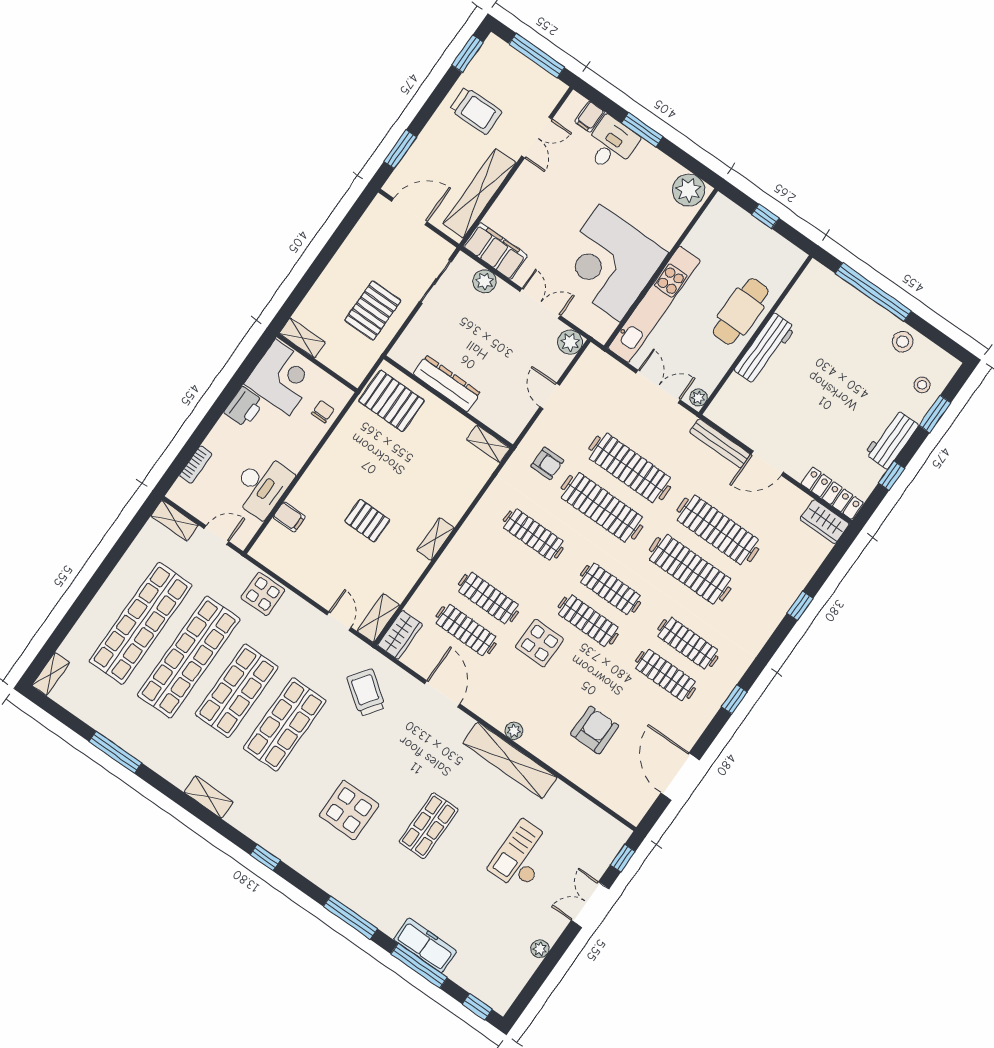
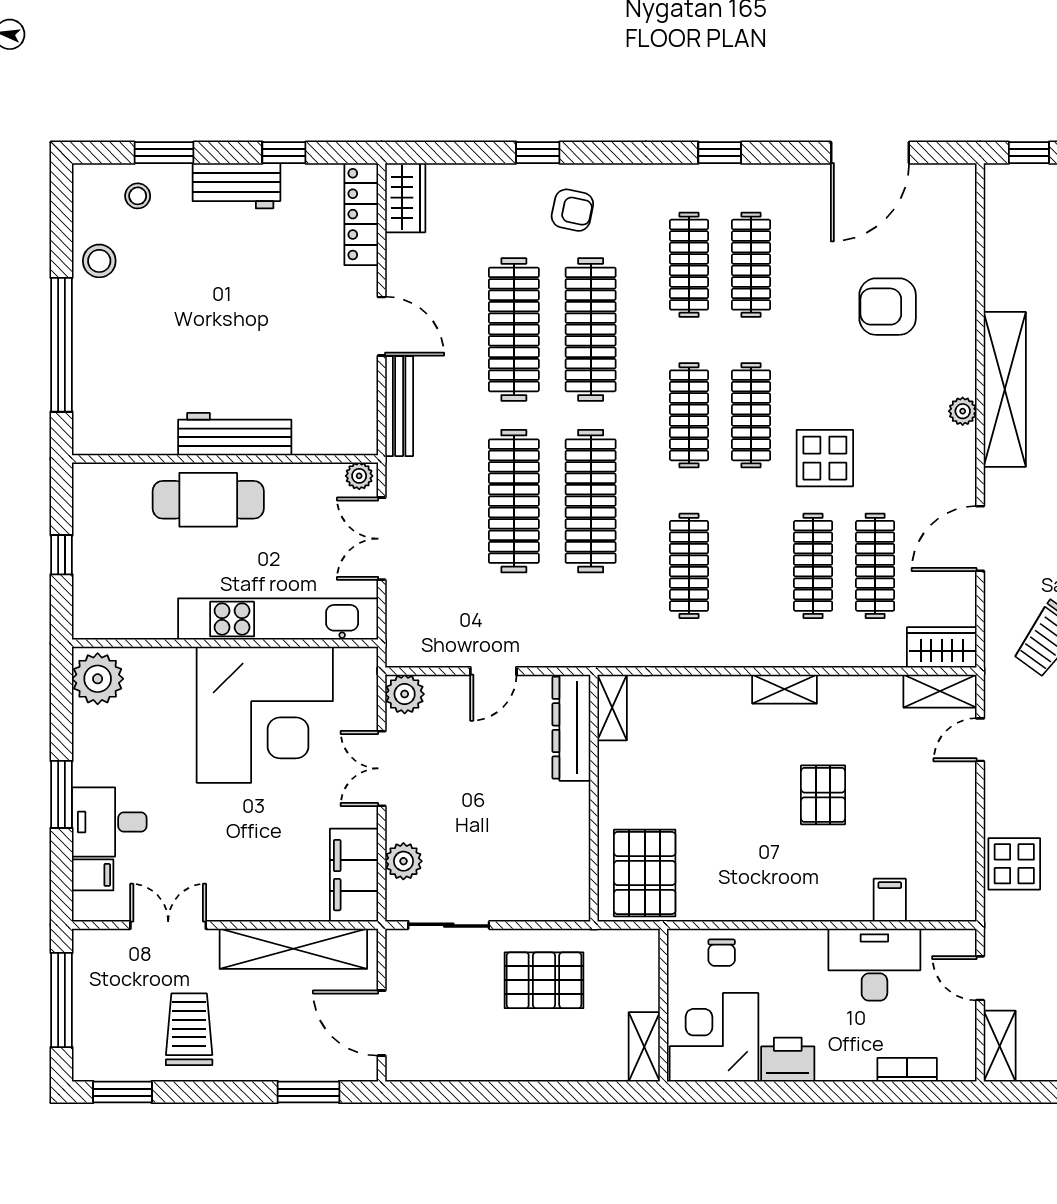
dresser: (447, 384) -> (571, 728), moved
chair: (323, 412) -> (722, 953), turned -90
armchair: (547, 463) -> (572, 210), moved, turned 102

